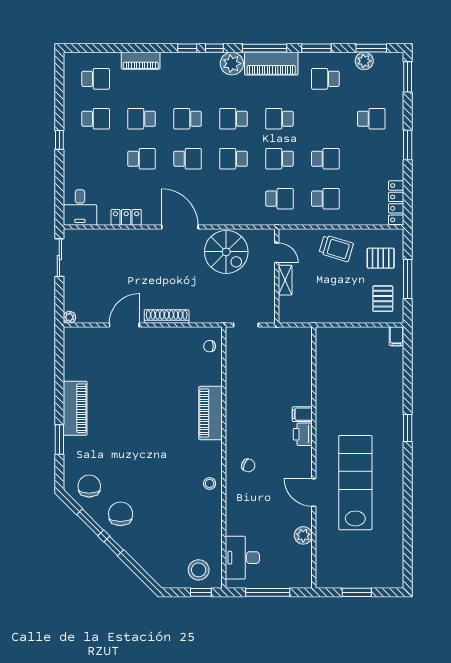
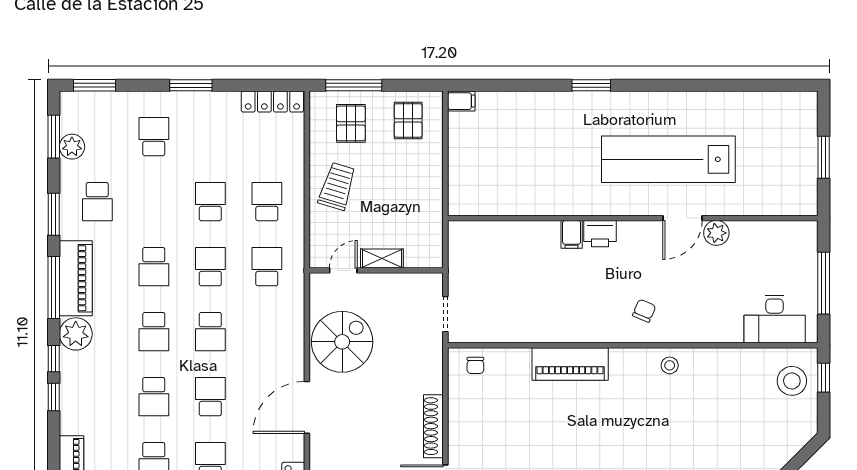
school desk: (279, 159) -> (210, 267), turned 180
window: (408, 279) -> (354, 85), moved
pallet: (383, 299) -> (408, 120), turned 90
plant: (303, 535) -> (716, 233), moved

